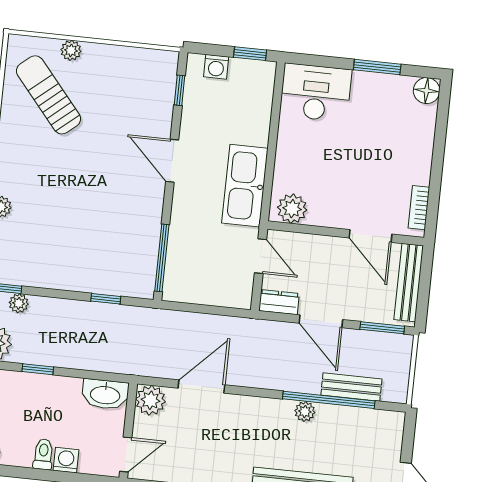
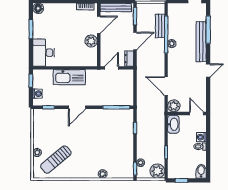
kitchen sink: (245, 186) -> (69, 77), moved
plant: (292, 209) -> (91, 41), moved

